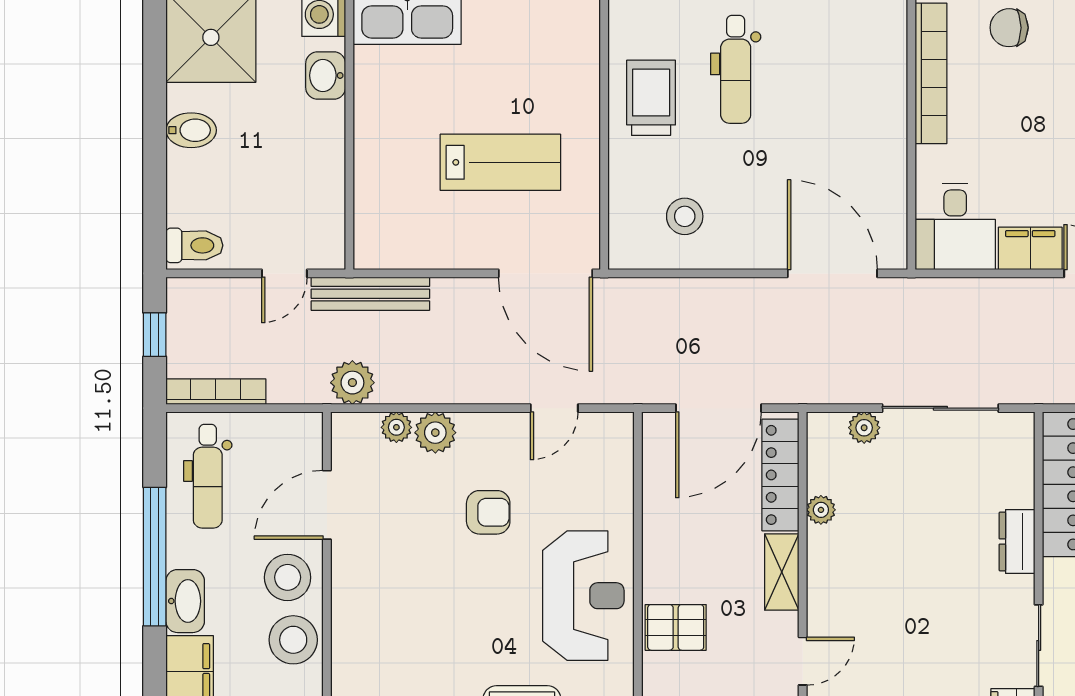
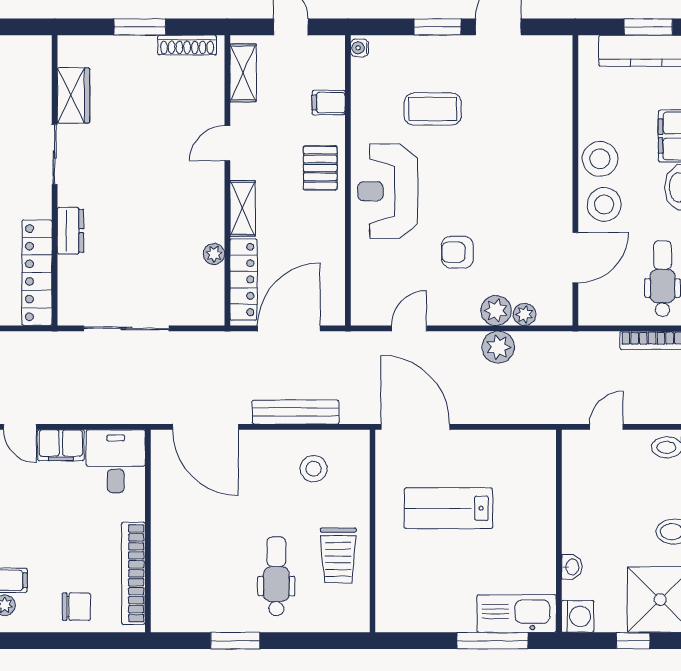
washbasin: (326, 75) -> (572, 567), width x0.72, depth x0.69
bench: (370, 294) -> (296, 412), moved
plant: (352, 383) -> (498, 347), moved
plant: (864, 428) -> (182, 314), removed
pallet: (676, 627) -> (320, 168), turned 90

